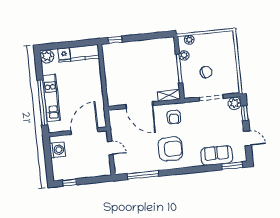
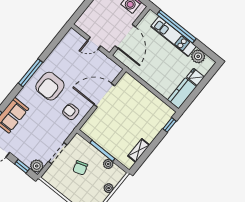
plant: (189, 40) -> (109, 188), moved
plant: (47, 56) -> (198, 56), moved
shelving: (169, 95) -> (139, 150), moved
window: (143, 175) -> (30, 73), moved

